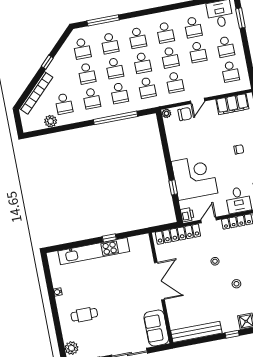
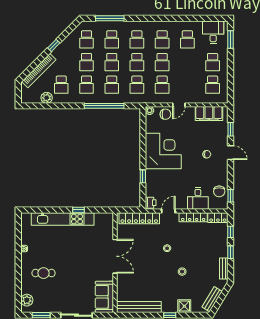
school desk: (198, 52) -> (187, 62), removed
corner desk: (194, 177) -> (163, 151), moved

